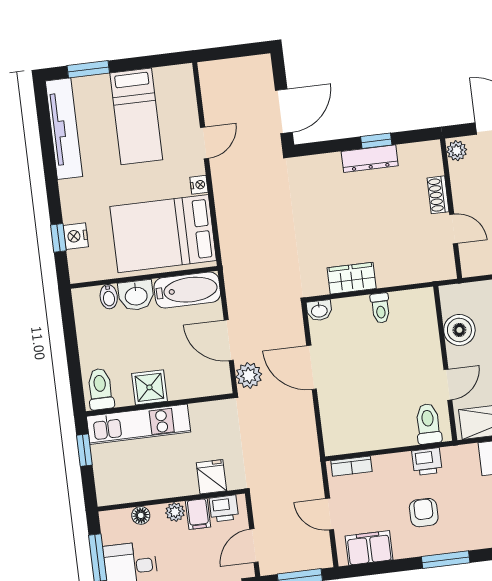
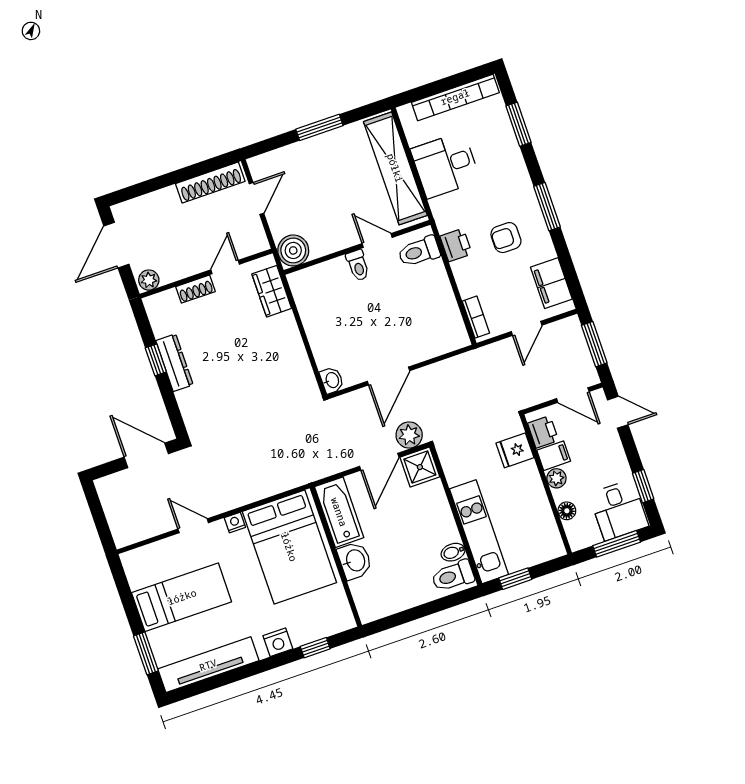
nightstand: (76, 236) -> (278, 642), moved
wardrobe: (352, 278) -> (272, 291), moved
bidet: (109, 297) -> (453, 552), moved, turned 180
toilet: (380, 308) -> (358, 265), moved, turned 90
boiler: (459, 330) -> (293, 250), moved
shower: (149, 387) -> (420, 467), moved

